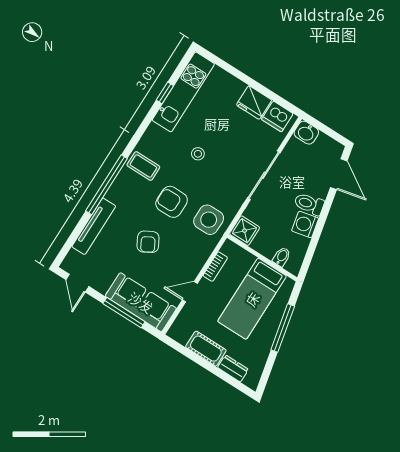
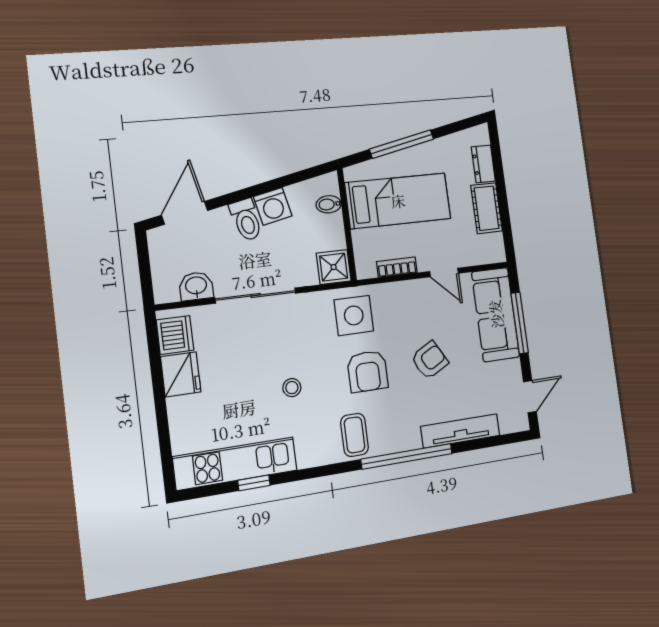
washbasin: (306, 133) -> (196, 286), moved, turned -90

